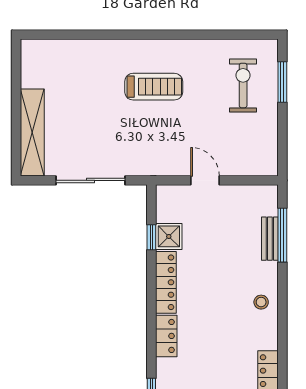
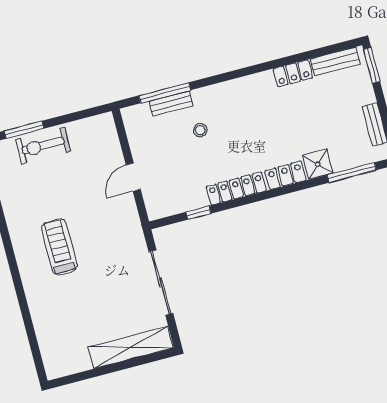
exercise bike: (243, 85) -> (43, 146), moved
shower: (169, 236) -> (318, 164), moved
stool: (261, 302) -> (200, 130), moved

